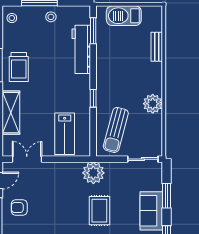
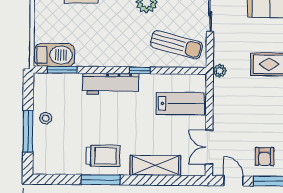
barbecue: (124, 16) -> (55, 55), moved, turned -90
stool: (12, 18) -> (47, 163), removed
workbench: (81, 49) -> (111, 84), moved
plant: (93, 173) -> (220, 71), width x0.53, depth x0.53

